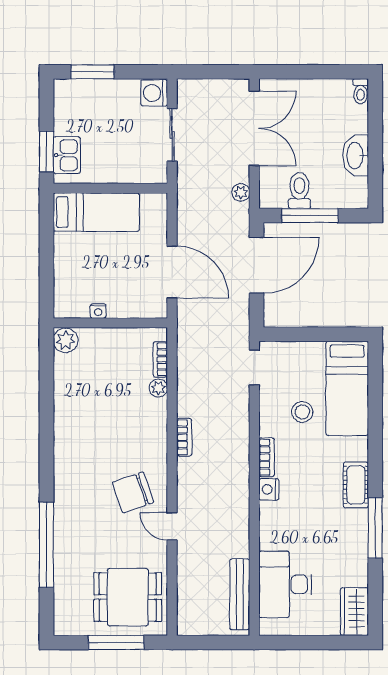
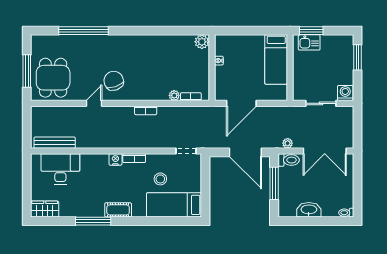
toilet: (299, 191) -> (289, 160), moved

